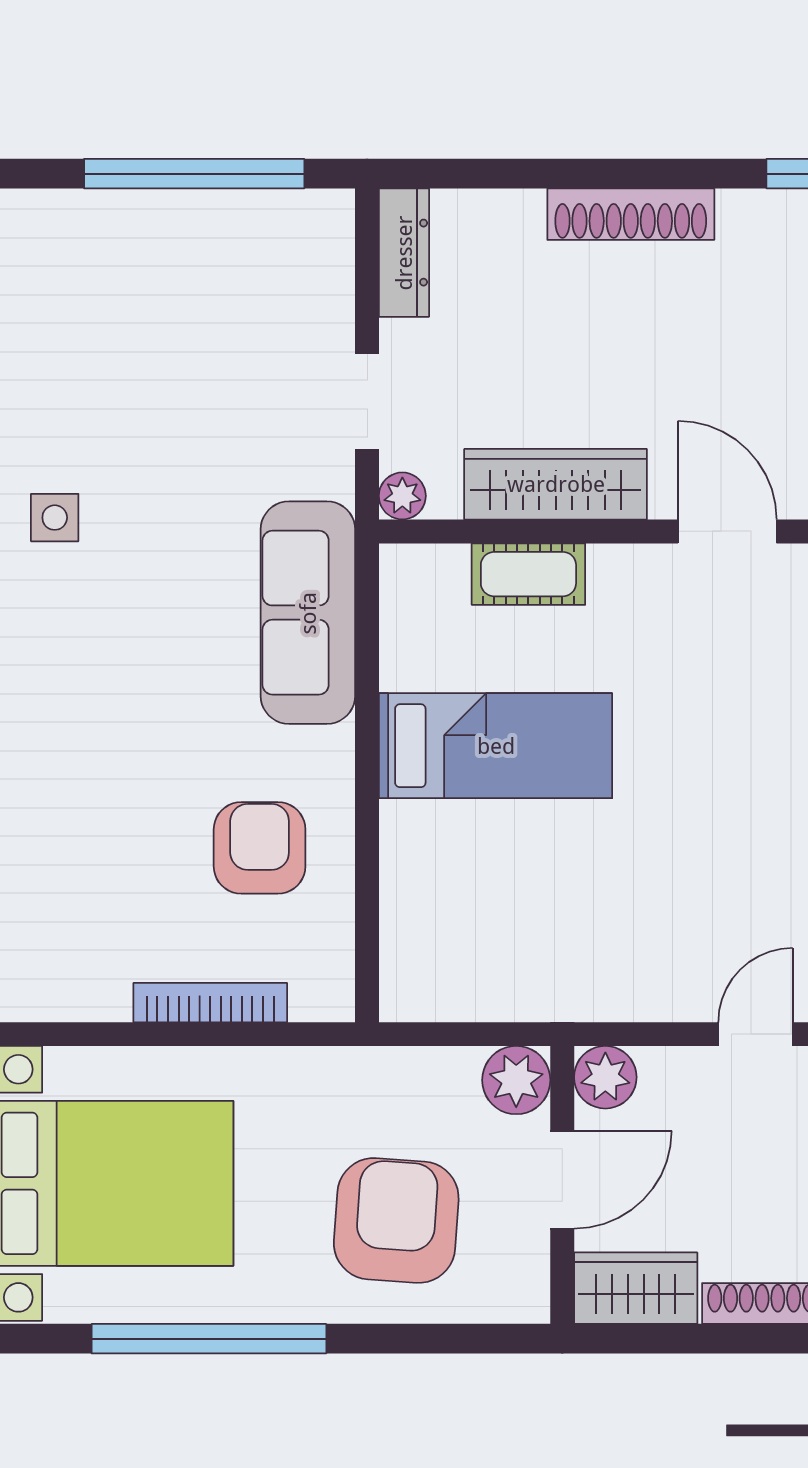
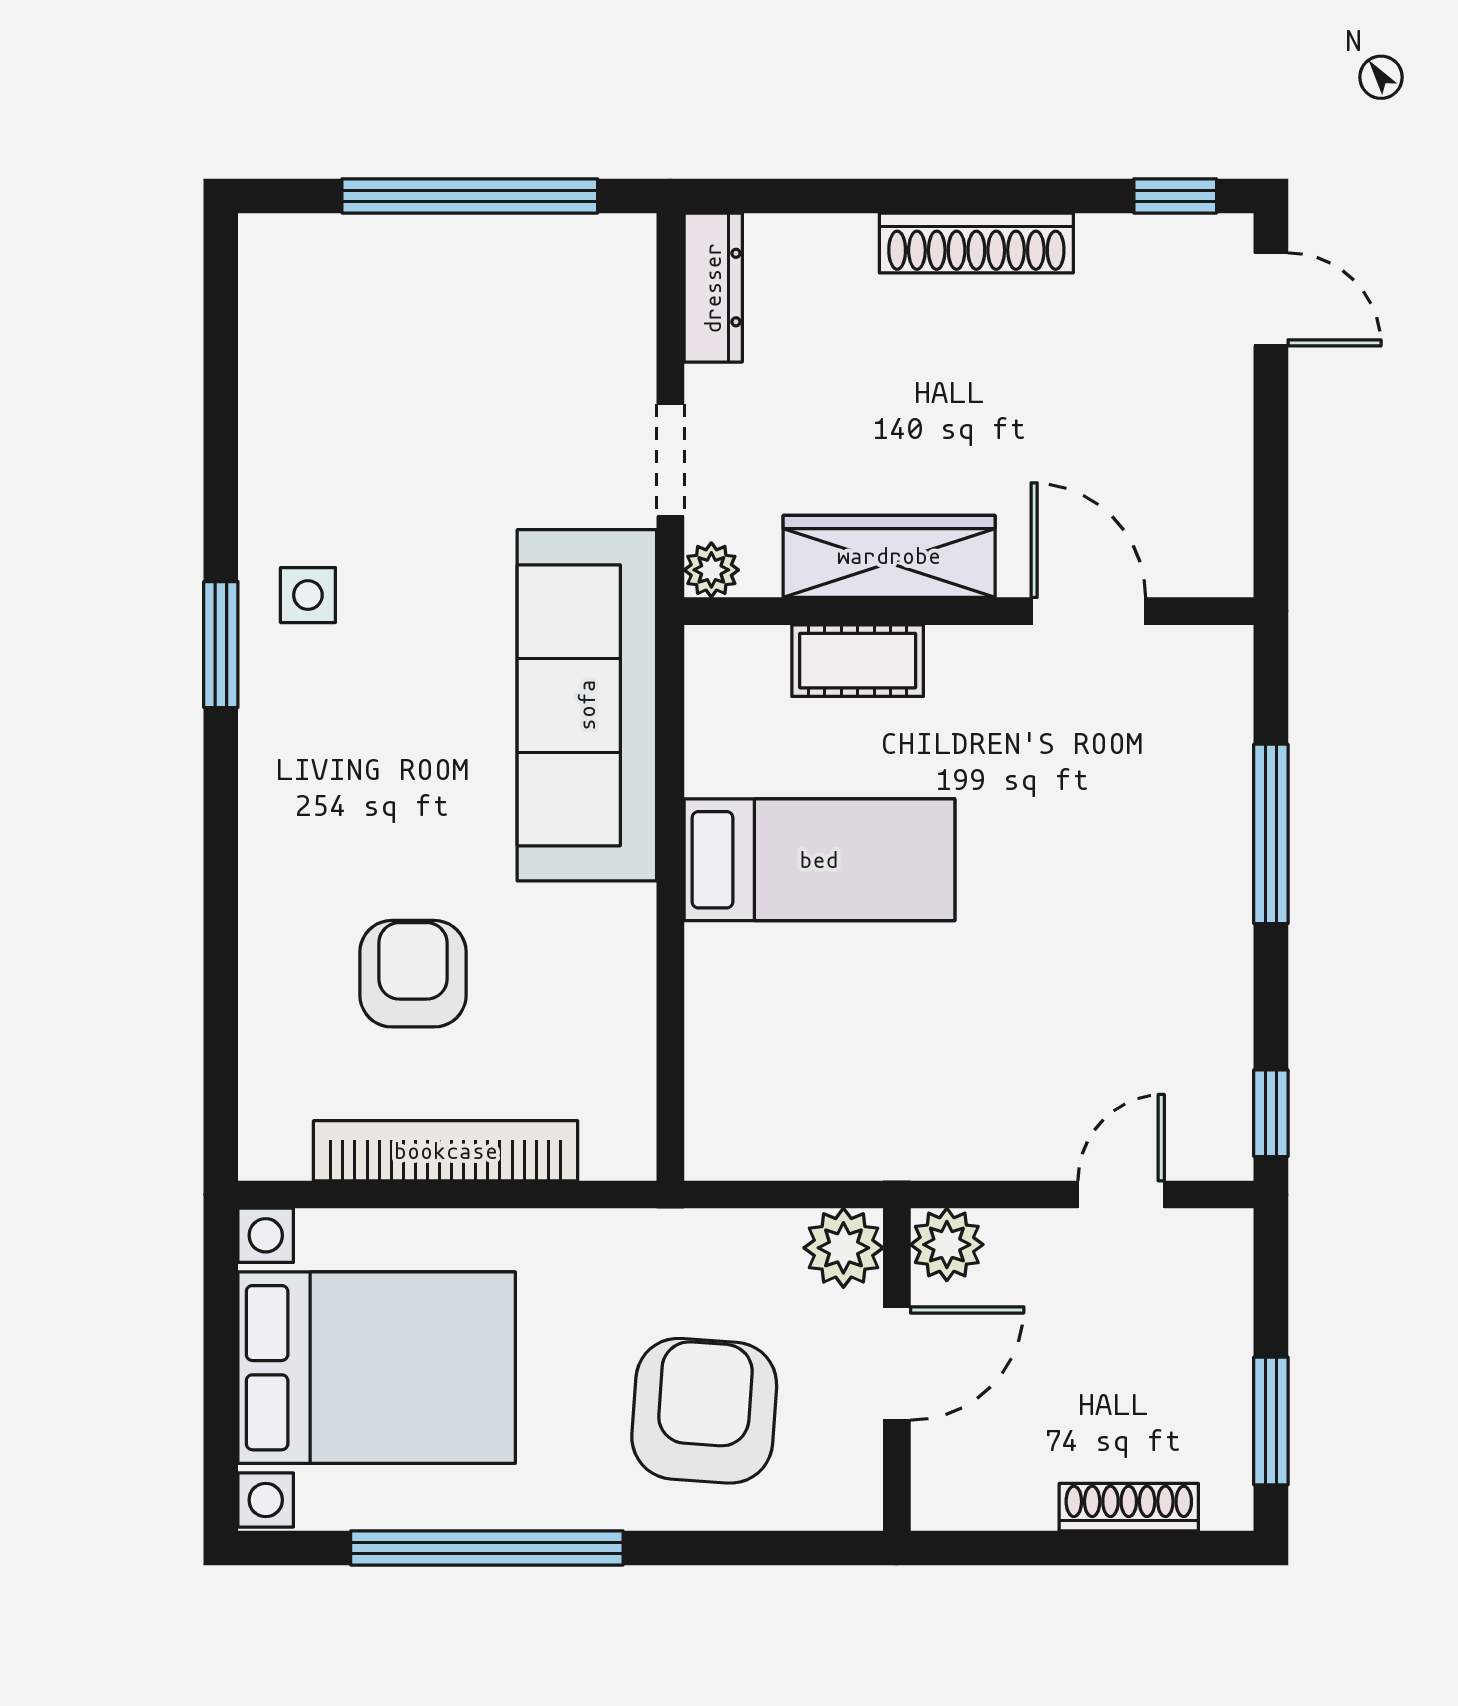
sofa: (308, 613) -> (587, 705), width x1.36, depth x1.27
armchair: (260, 848) -> (413, 974), moved
bookcase: (210, 1003) -> (446, 1151), width x1.48, depth x1.31
wardrobe: (636, 1288) -> (982, 1489), removed

